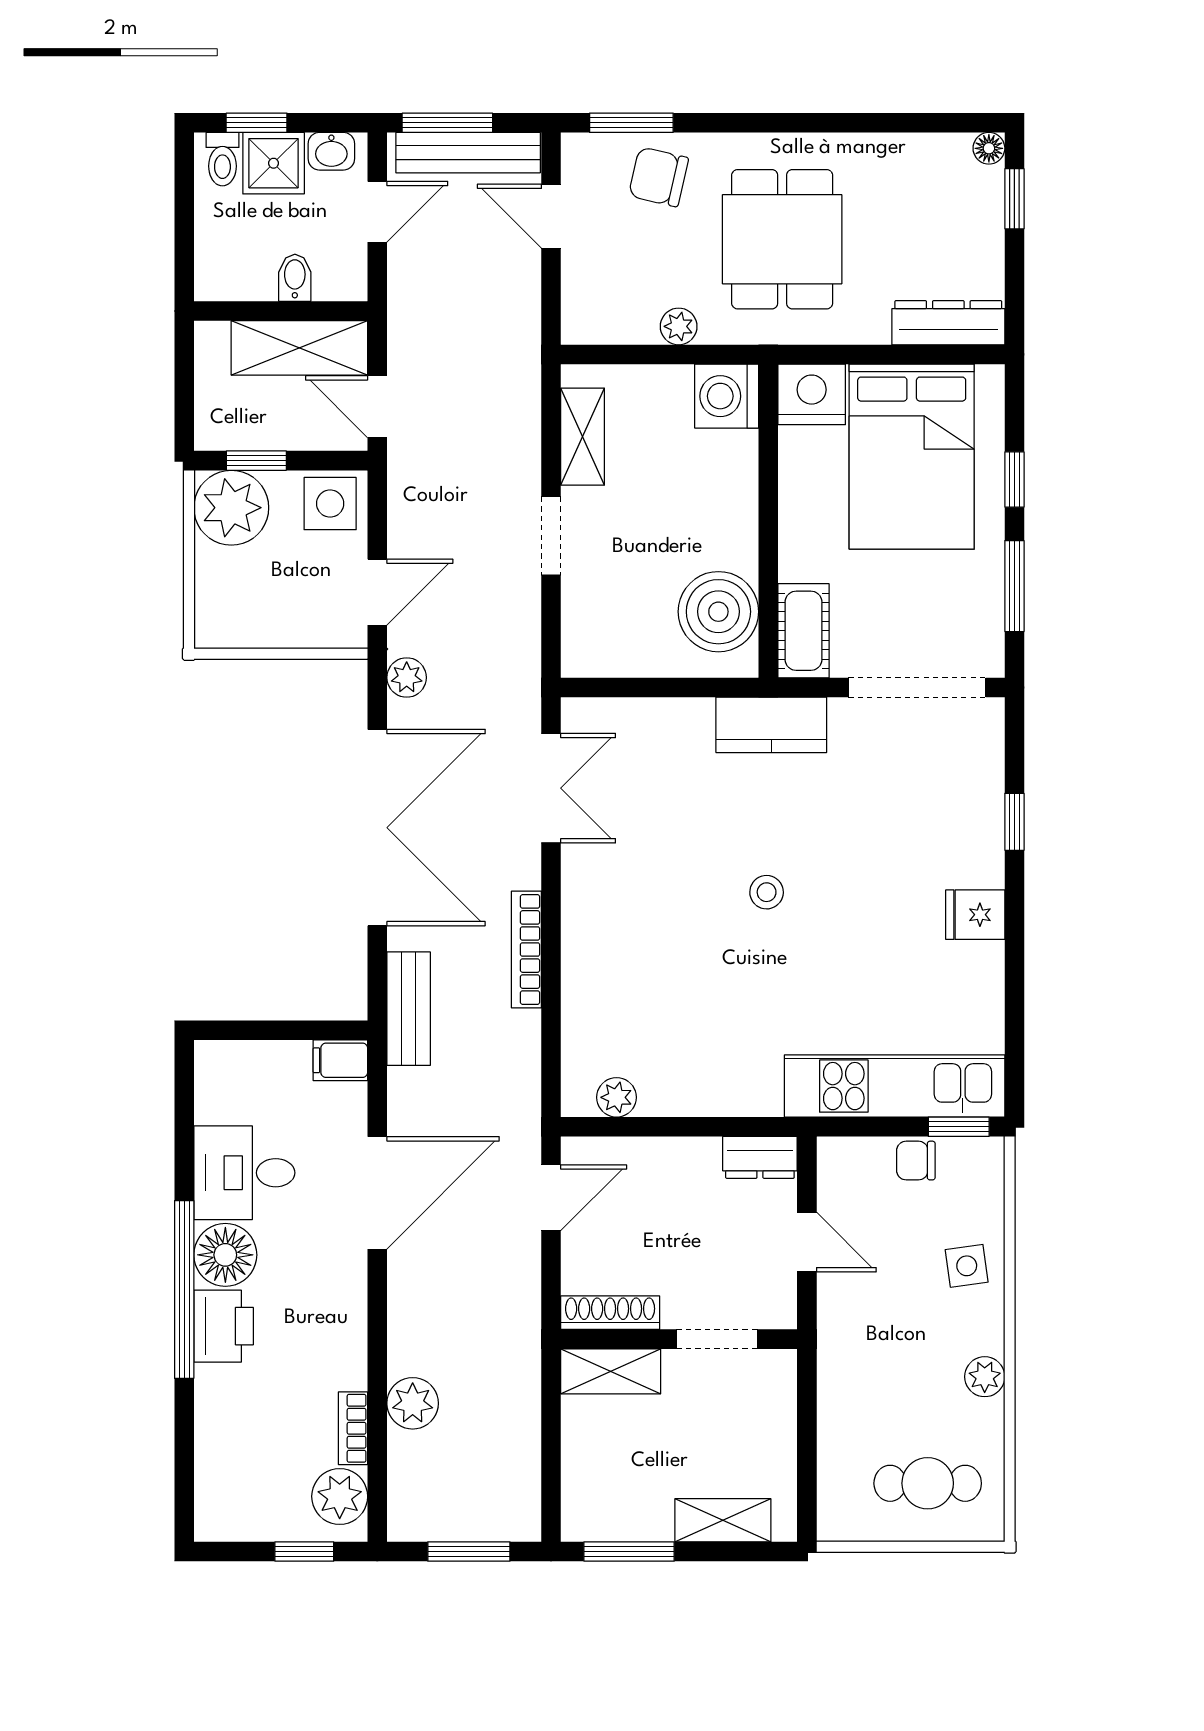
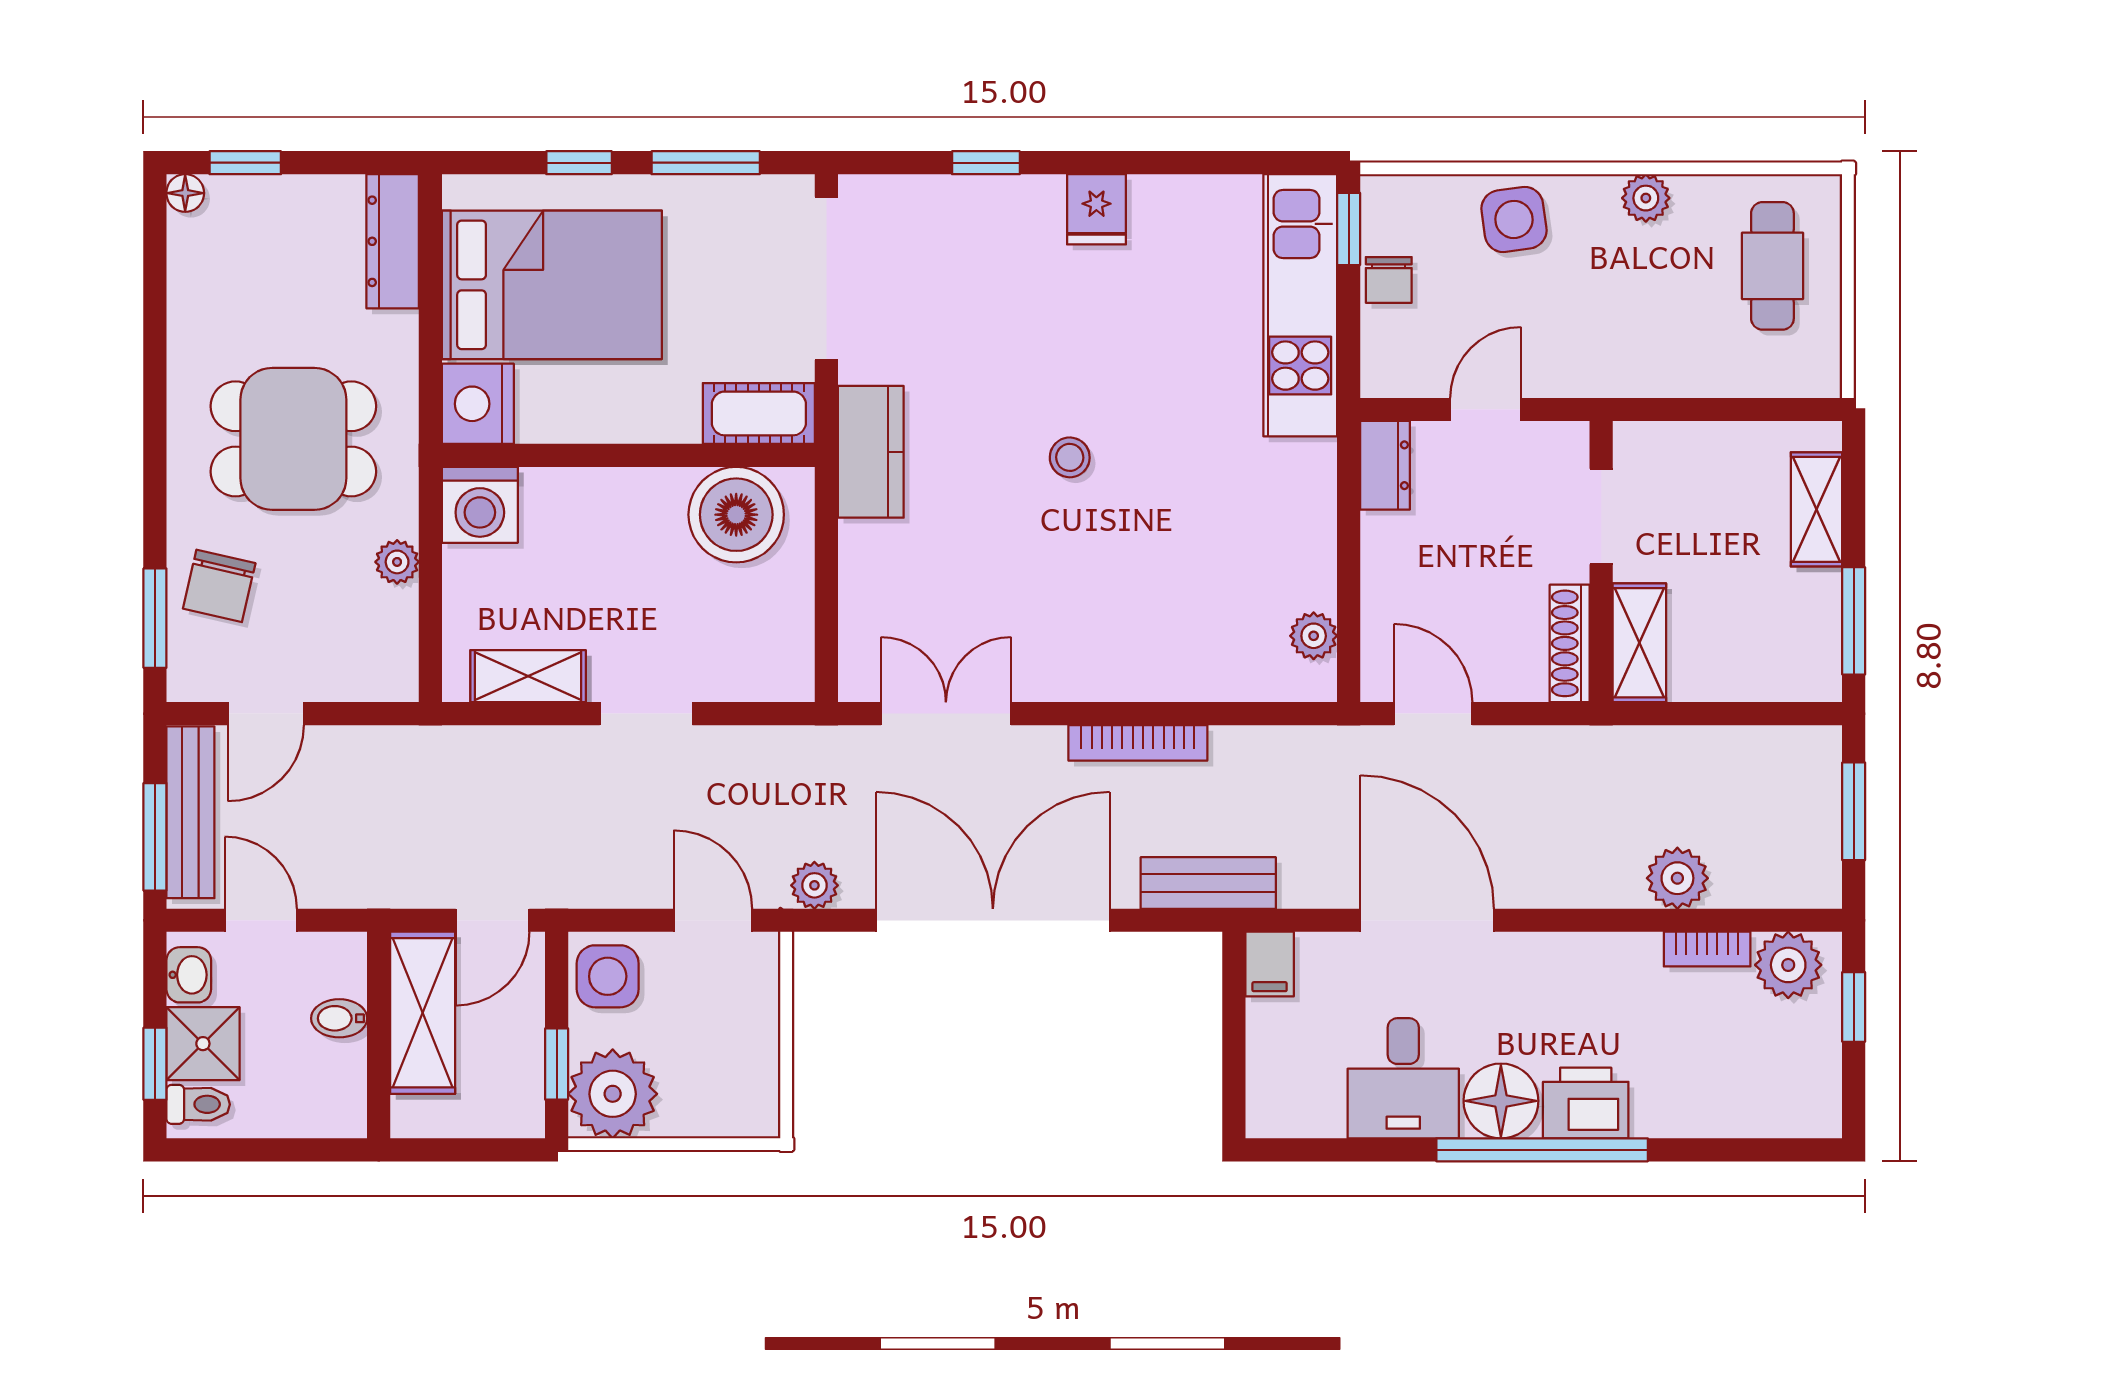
side table: (967, 1266) -> (1514, 219), width x1.37, depth x1.37

